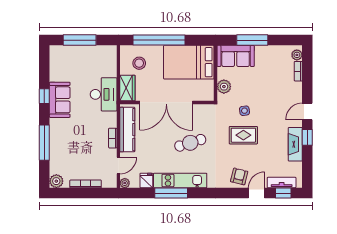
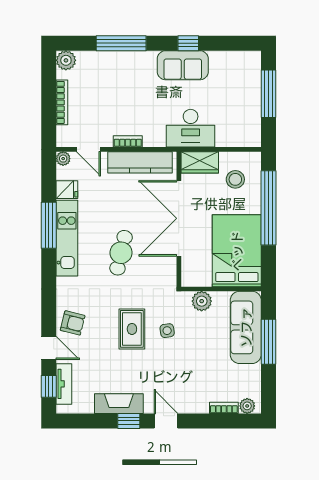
sofa: (236, 56) -> (246, 327), width x1.36
cafe table: (190, 143) -> (121, 253), turned 30

